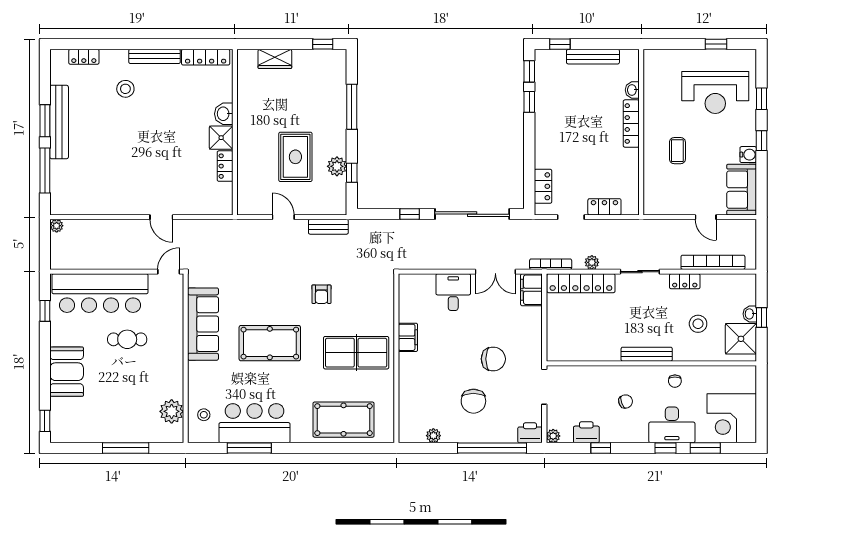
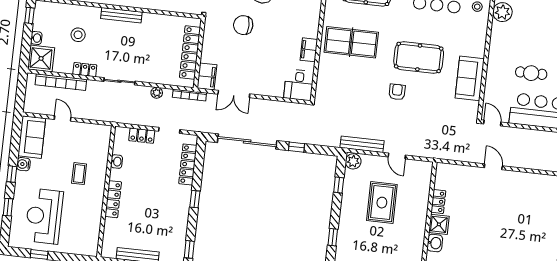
washbasin: (632, 90) -> (117, 162), moved
reception desk: (715, 93) -> (44, 216), turned -90
window: (529, 102) -> (195, 199), moved
window: (352, 107) -> (333, 237), width x0.46
plant: (337, 166) -> (353, 161), moved
locker: (543, 186) -> (188, 164), width x1.53
bench: (328, 227) -> (362, 144), width x1.36
door: (169, 272) -> (492, 123), swing flipped
double door: (495, 272) -> (234, 94), swing flipped
locker: (581, 283) -> (190, 52), moved, turned -90
desk: (453, 292) -> (299, 85), moved
armchair: (321, 294) -> (397, 92), moved
window: (761, 318) -> (29, 15), moved
sofa: (203, 324) -> (470, 78), width x0.73
shower: (741, 339) -> (41, 58), moved

